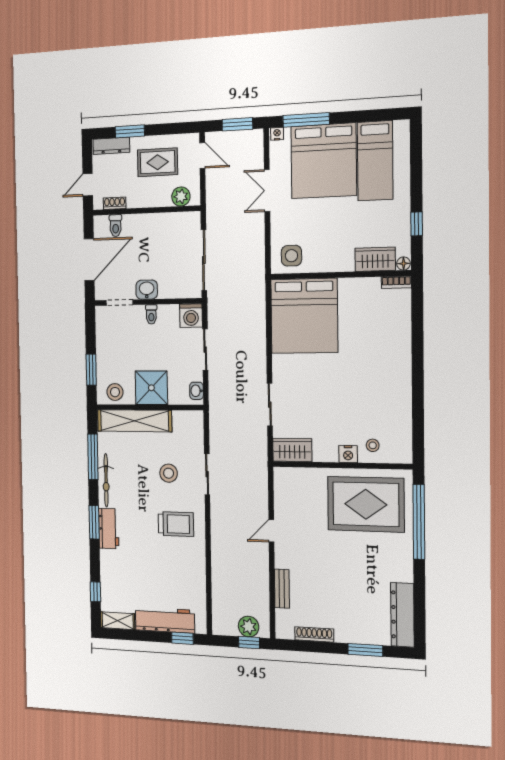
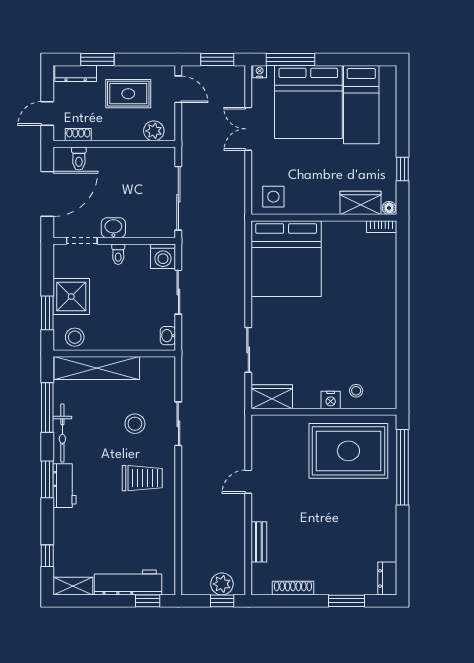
shower: (151, 388) -> (71, 297), moved
dresser: (402, 615) -> (387, 578), width x0.51, depth x0.80

